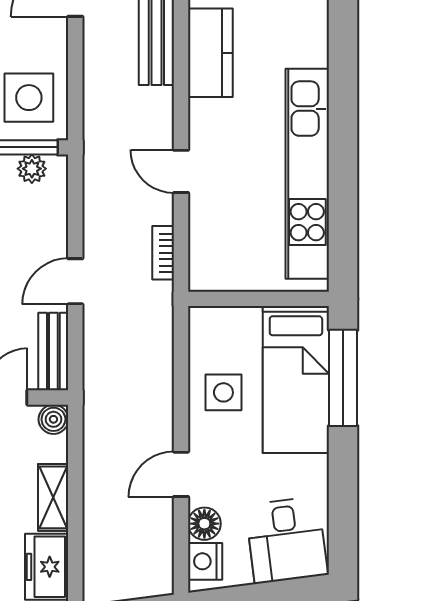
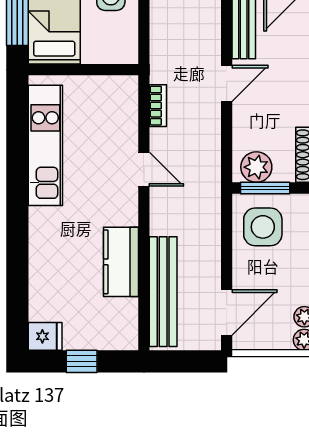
plant: (32, 169) -> (256, 167), width x1.38, depth x1.38
kitchen unit: (307, 174) -> (45, 145), width x0.73

